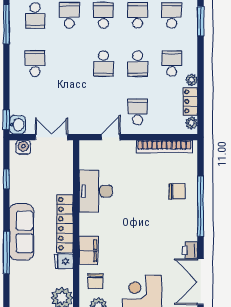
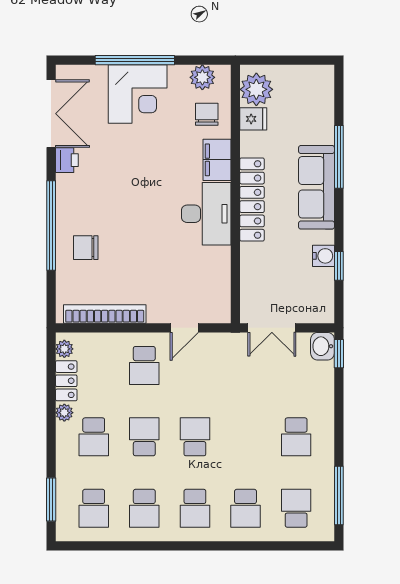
water cooler: (23, 147) -> (324, 256), moved, turned -90
desk: (96, 191) -> (206, 214), moved
fridge: (64, 261) -> (253, 119), moved

